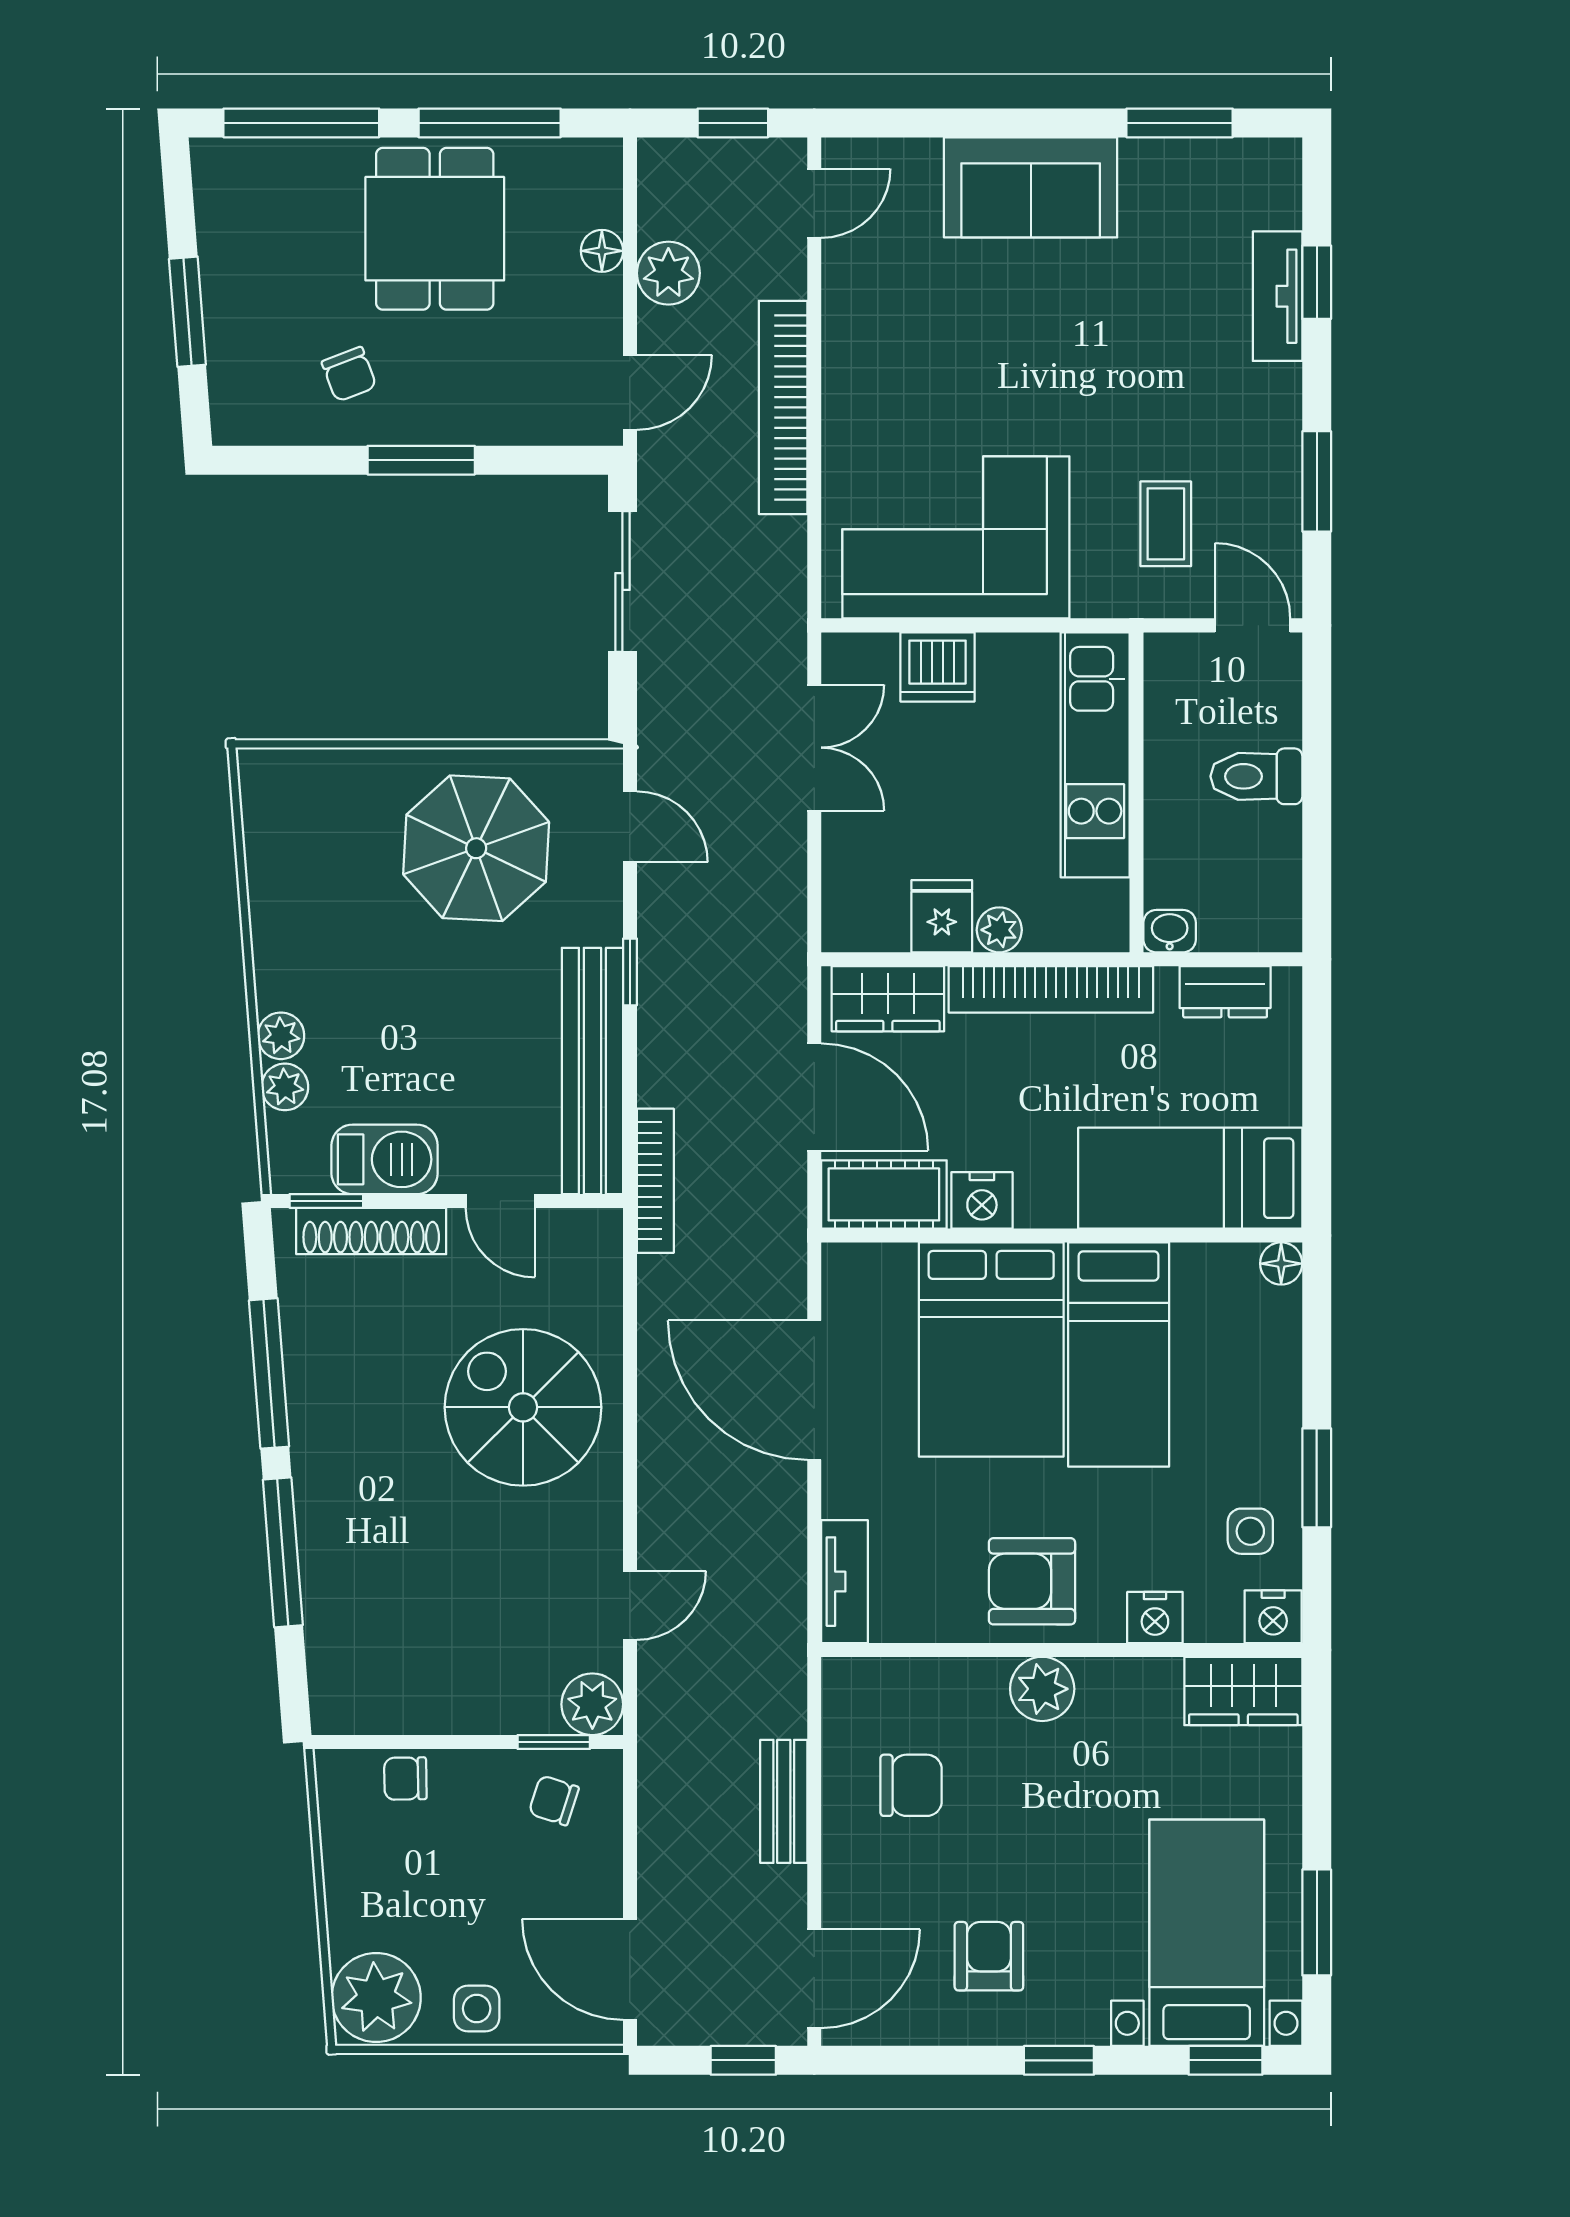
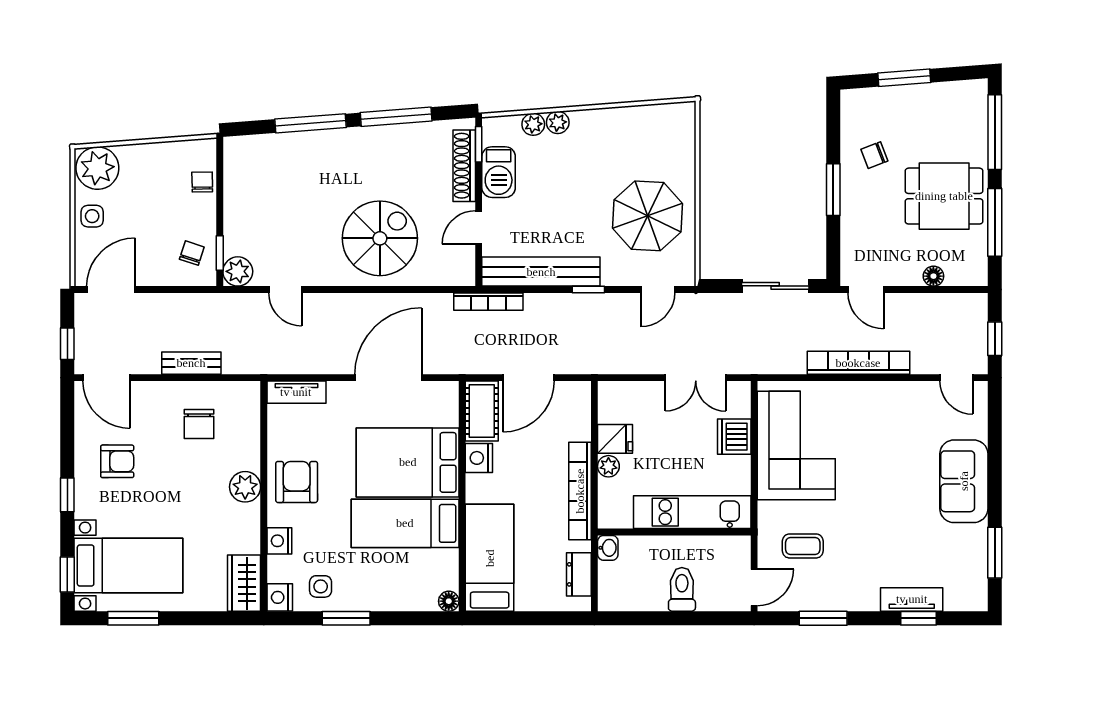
plant: (668, 273) -> (923, 308), removed
wardrobe: (888, 999) -> (575, 413), removed

